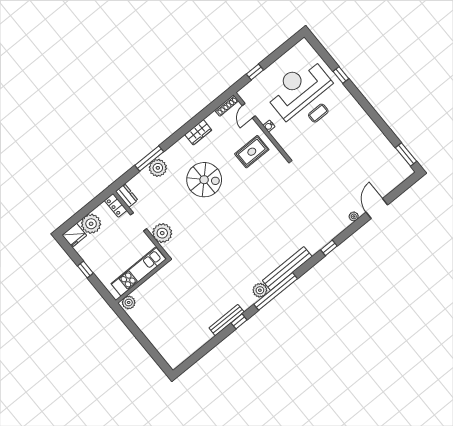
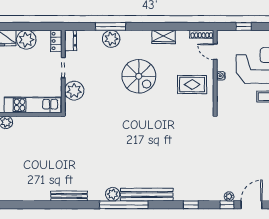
door: (249, 111) -> (215, 52), hinge flipped
window: (239, 321) -> (227, 205), moved

